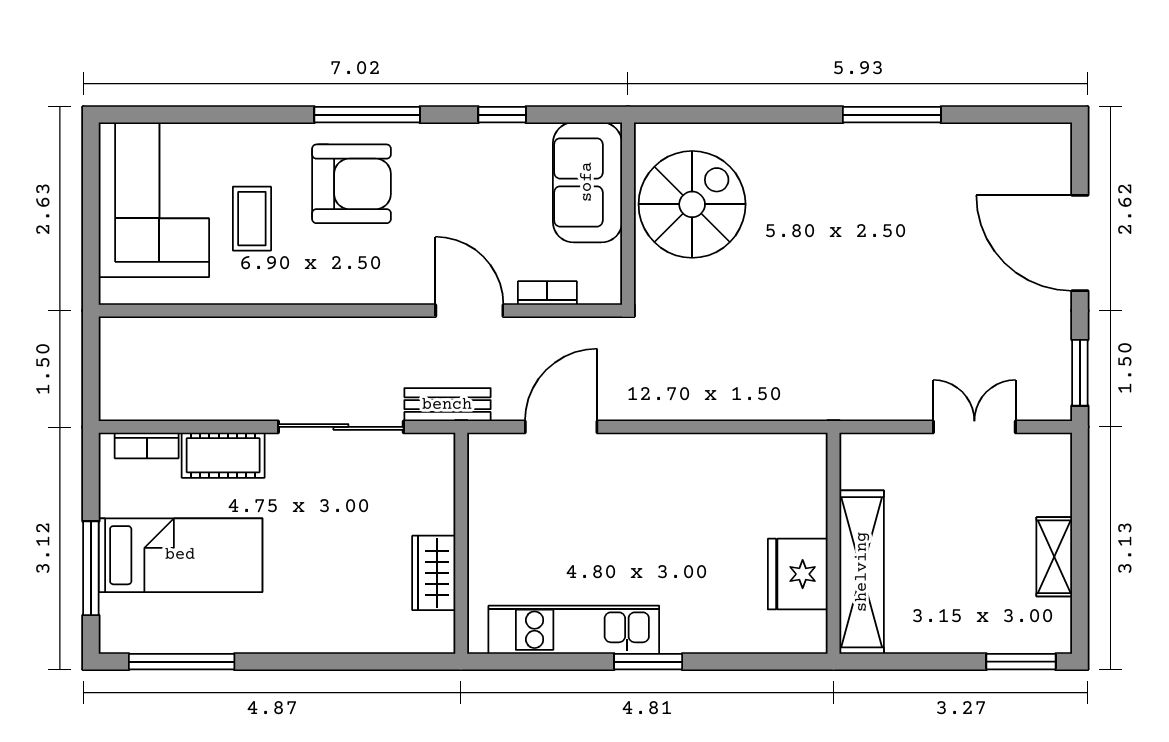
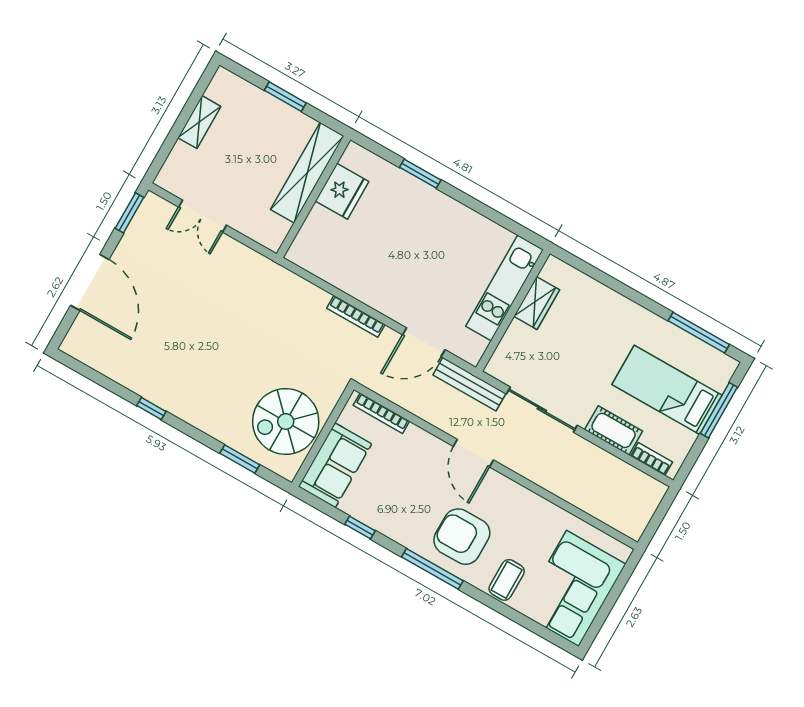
window: (727, 115) -> (240, 459), added
window: (892, 115) -> (151, 409), width x0.46
coffee table: (252, 219) -> (507, 580), moved
bookcase: (547, 293) -> (381, 413), width x1.56
door: (469, 311) -> (473, 453), moved
bench: (447, 405) -> (469, 384), width x1.36
bookcase: (678, 409) -> (356, 316), added
kitchen unit: (574, 630) -> (505, 288), moved, turned 90
window: (648, 662) -> (420, 174), moved
window: (1021, 662) -> (285, 97), moved

